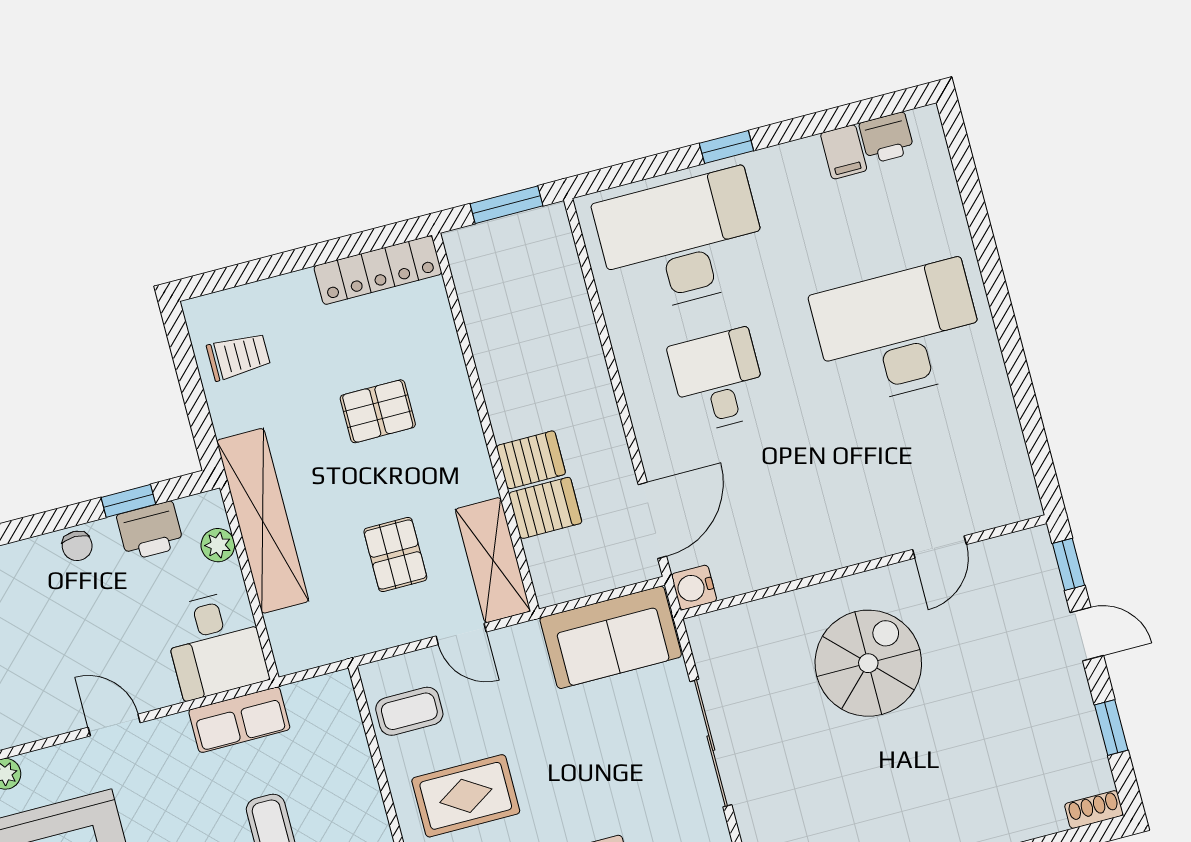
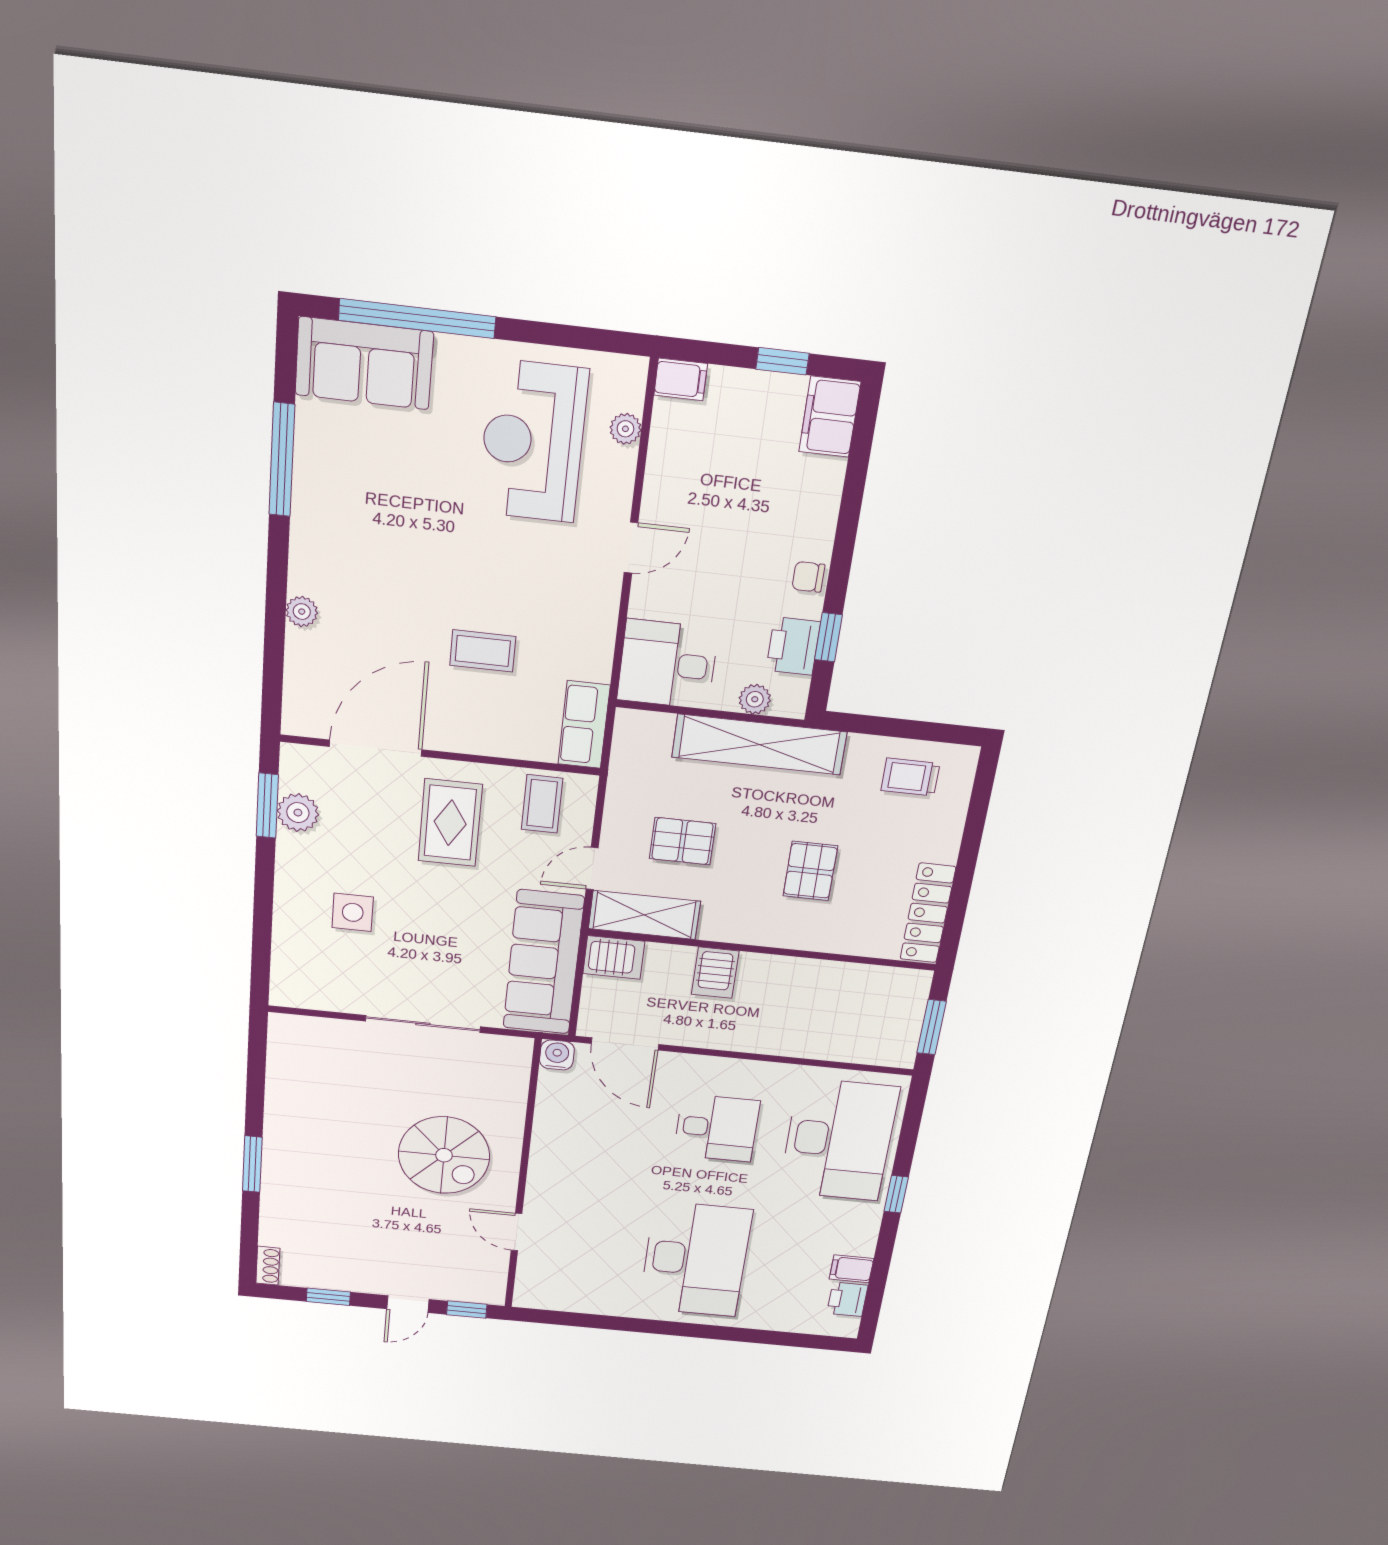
trolley: (238, 356) -> (910, 777), turned 90
server rack: (545, 508) -> (614, 957), moved, turned -90
sofa: (611, 637) -> (543, 963), width x1.36
row of seats: (239, 720) -> (584, 725), moved

